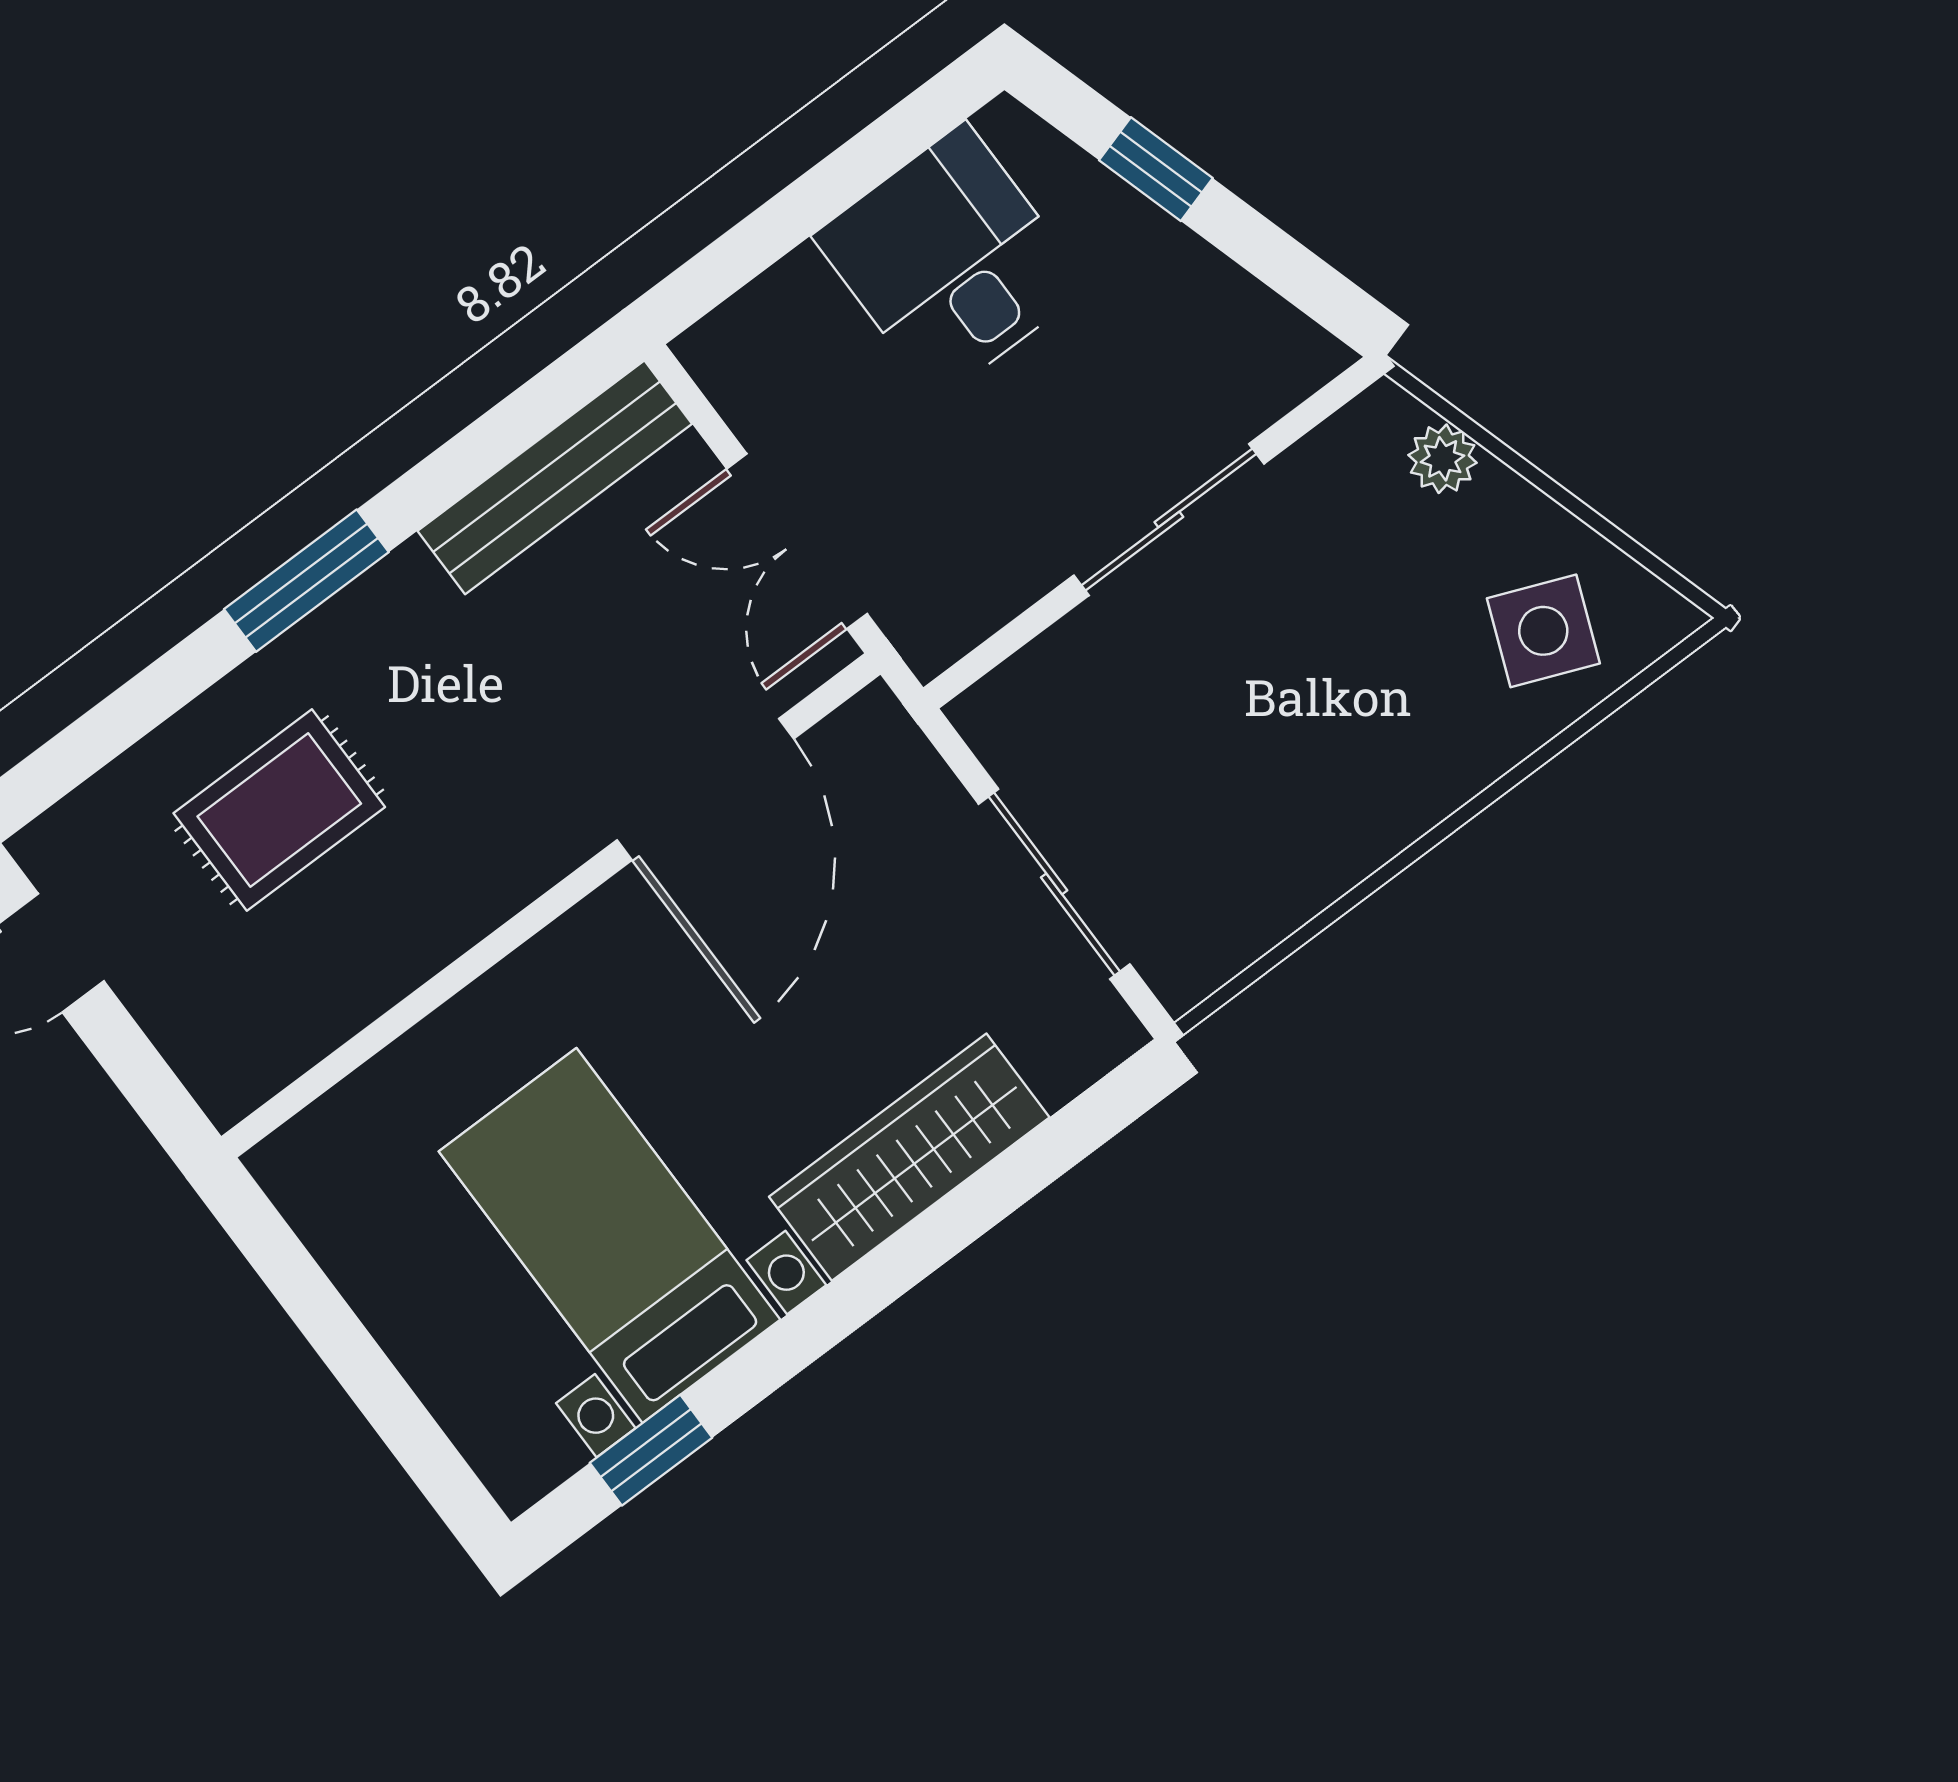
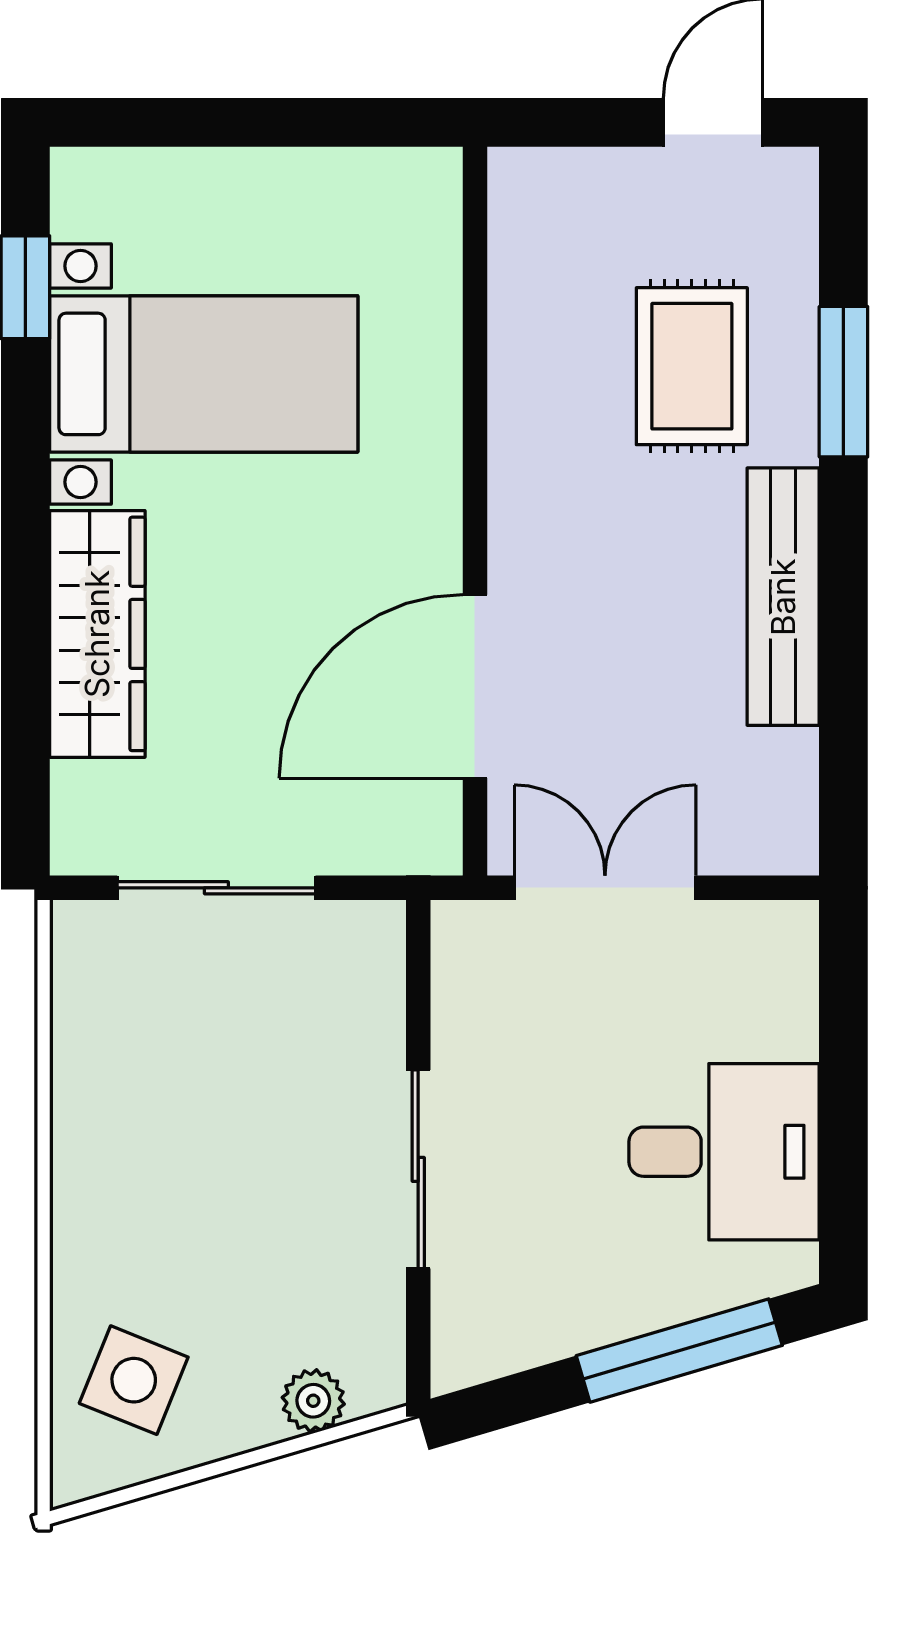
window: (1156, 169) -> (679, 1351), width x2.17
bench: (555, 477) -> (783, 597), moved
window: (306, 581) -> (843, 382), moved
door: (705, 789) -> (475, 686), hinge flipped

